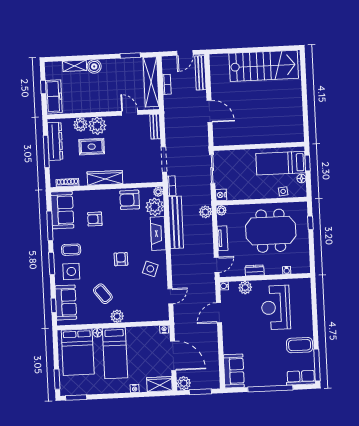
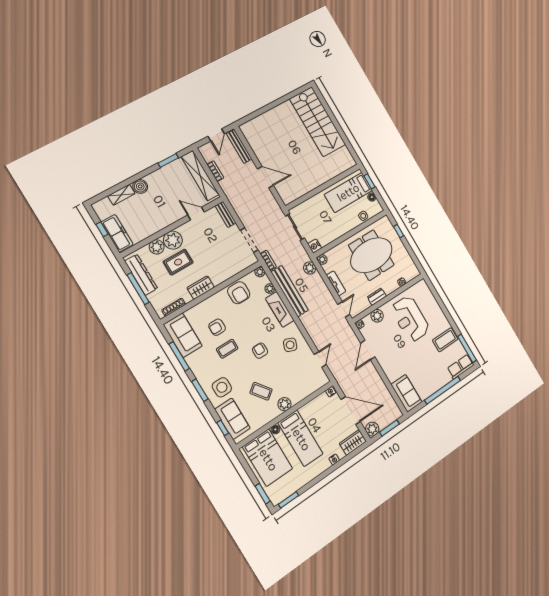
stairs: (264, 66) -> (318, 122), moved, turned 90
wardrobe: (105, 178) -> (201, 288), width x0.67
armchair: (130, 200) -> (239, 293), turned -90
plant: (155, 207) -> (270, 289), width x0.53, depth x0.53
coffee table: (71, 250) -> (227, 349), moved

